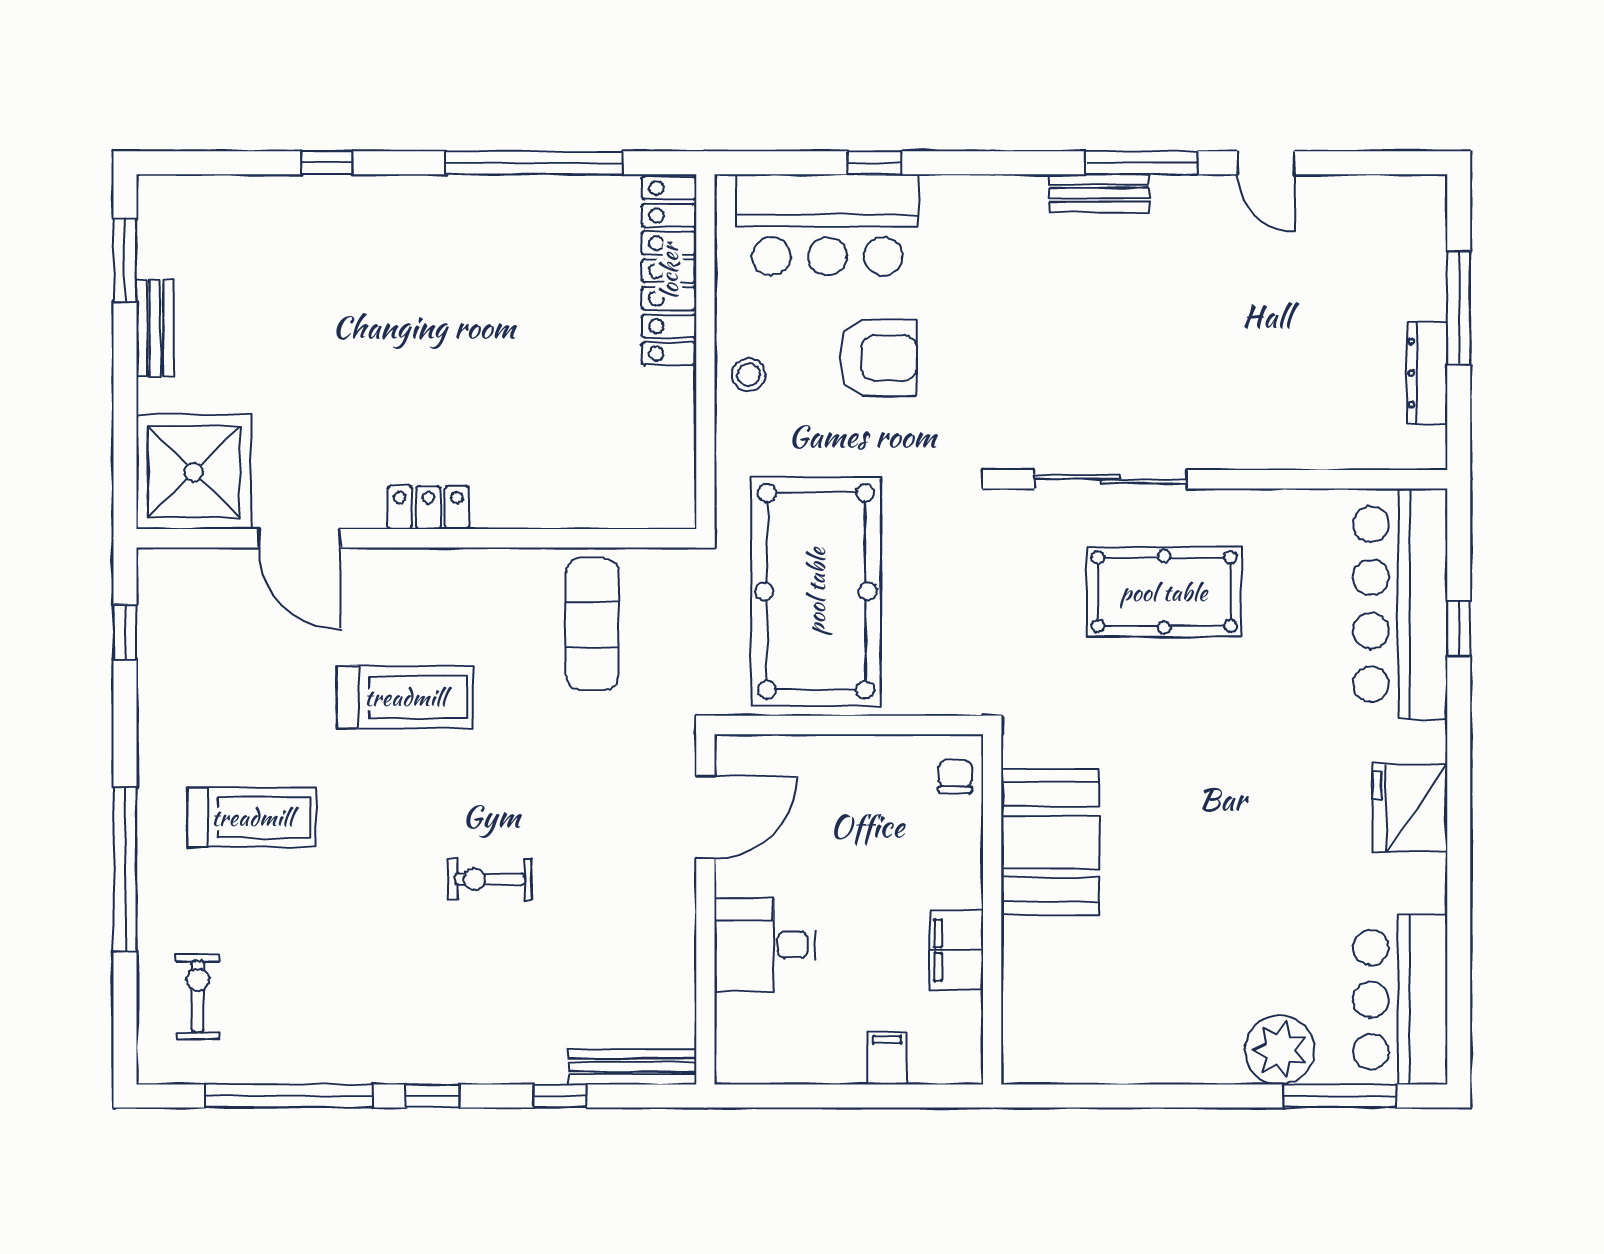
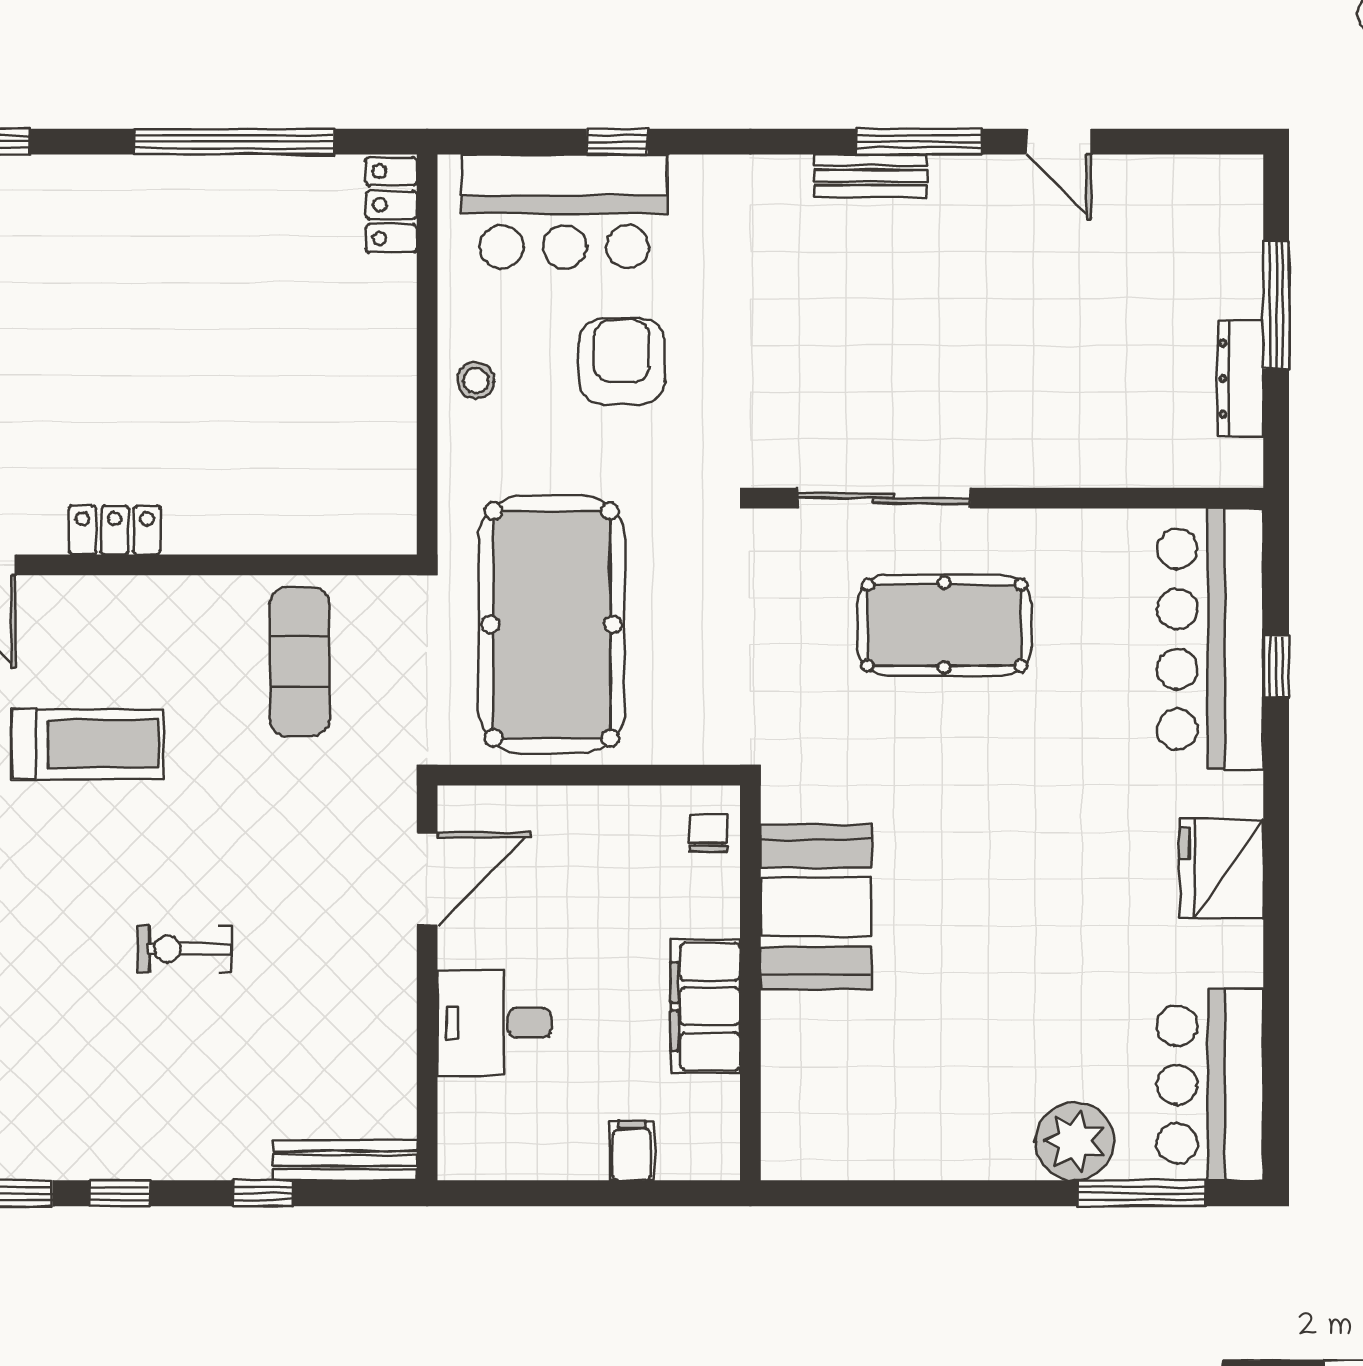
locker: (669, 271) -> (391, 205), width x0.46, depth x0.83
armchair: (878, 358) -> (622, 361), turned -90
filing cabinet: (957, 950) -> (705, 1007), width x1.50, depth x1.17

